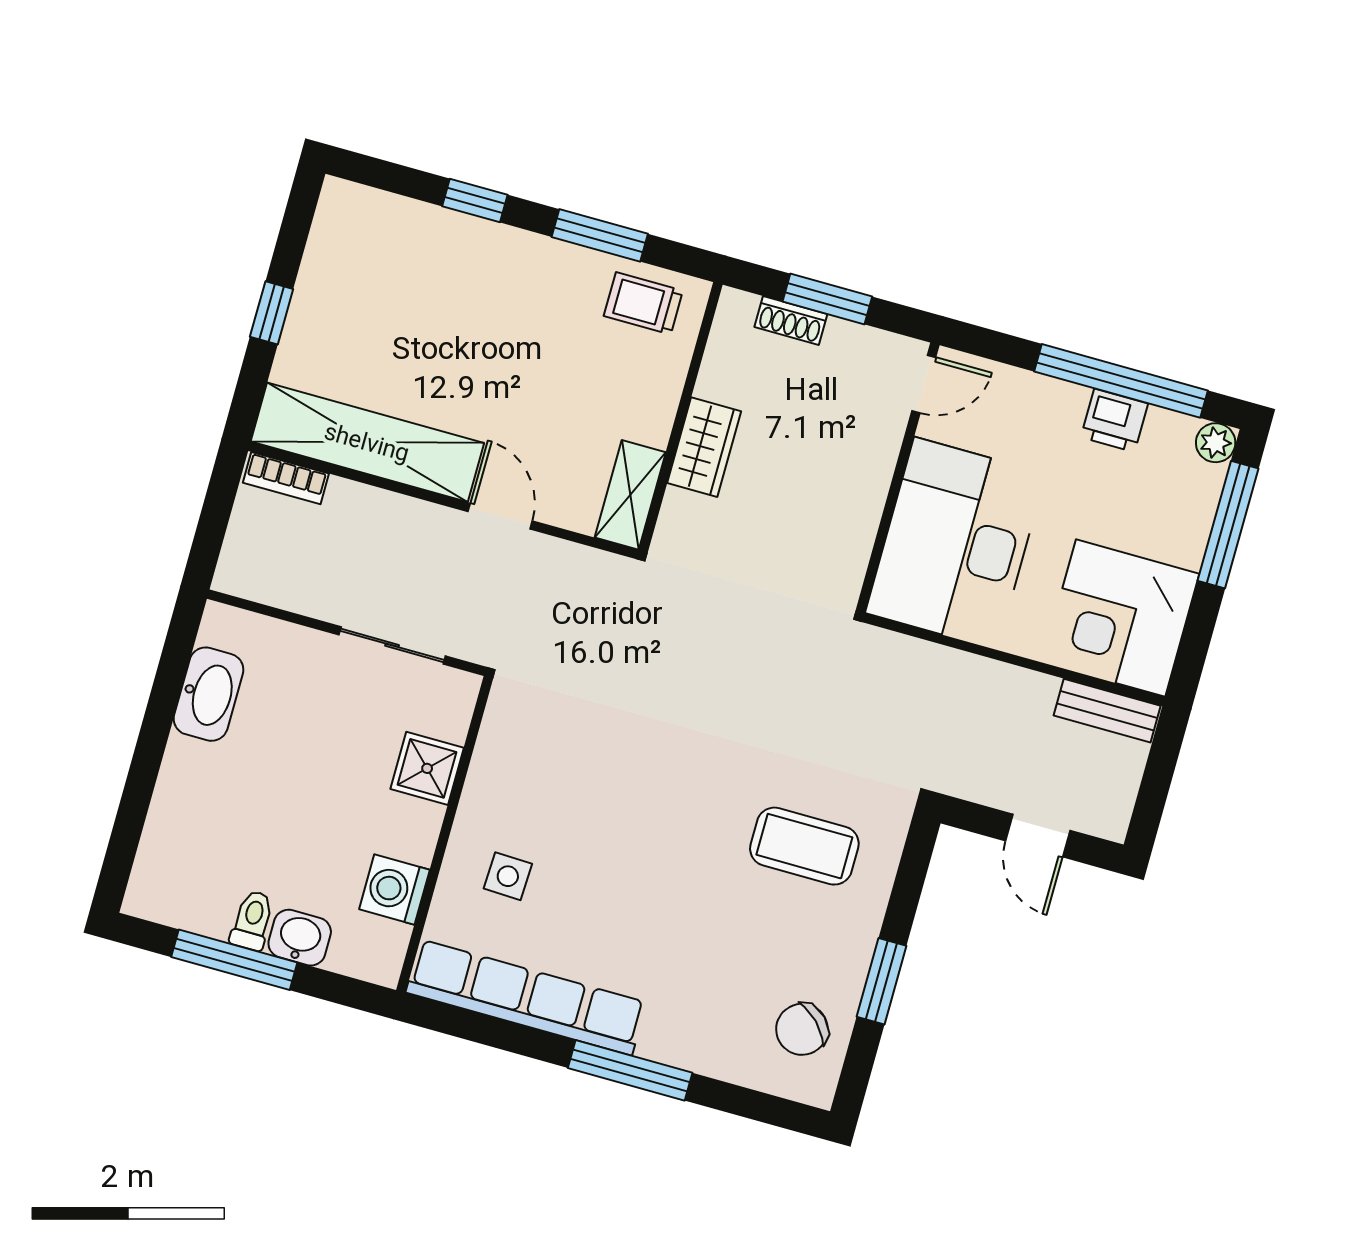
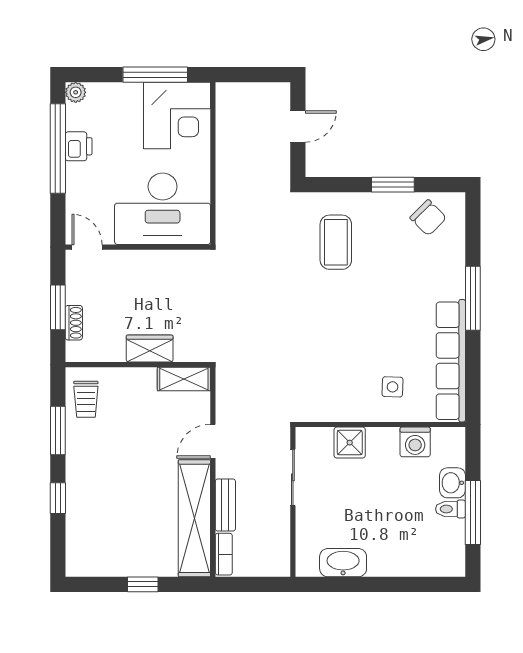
window: (1228, 525) -> (155, 75), moved
bench: (1107, 711) -> (225, 505), moved

